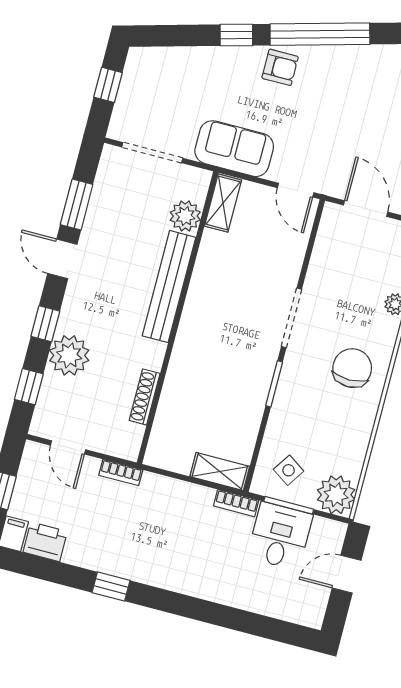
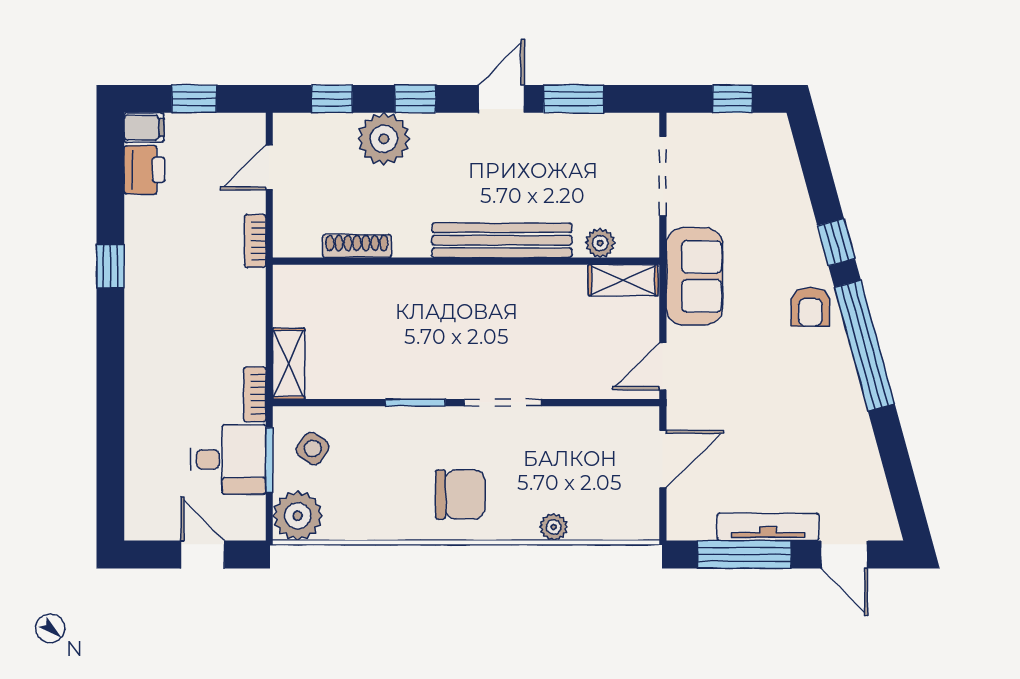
plant: (185, 216) -> (600, 243), width x0.73, depth x0.73

